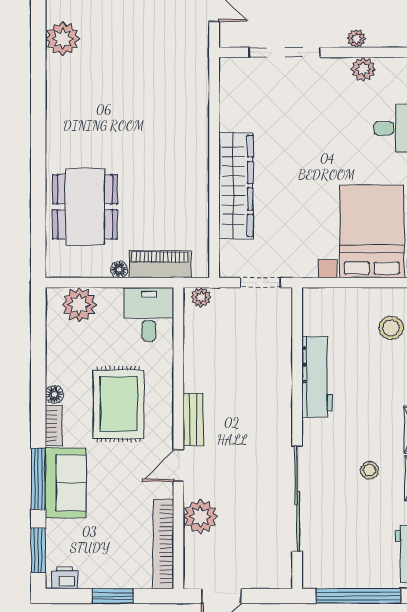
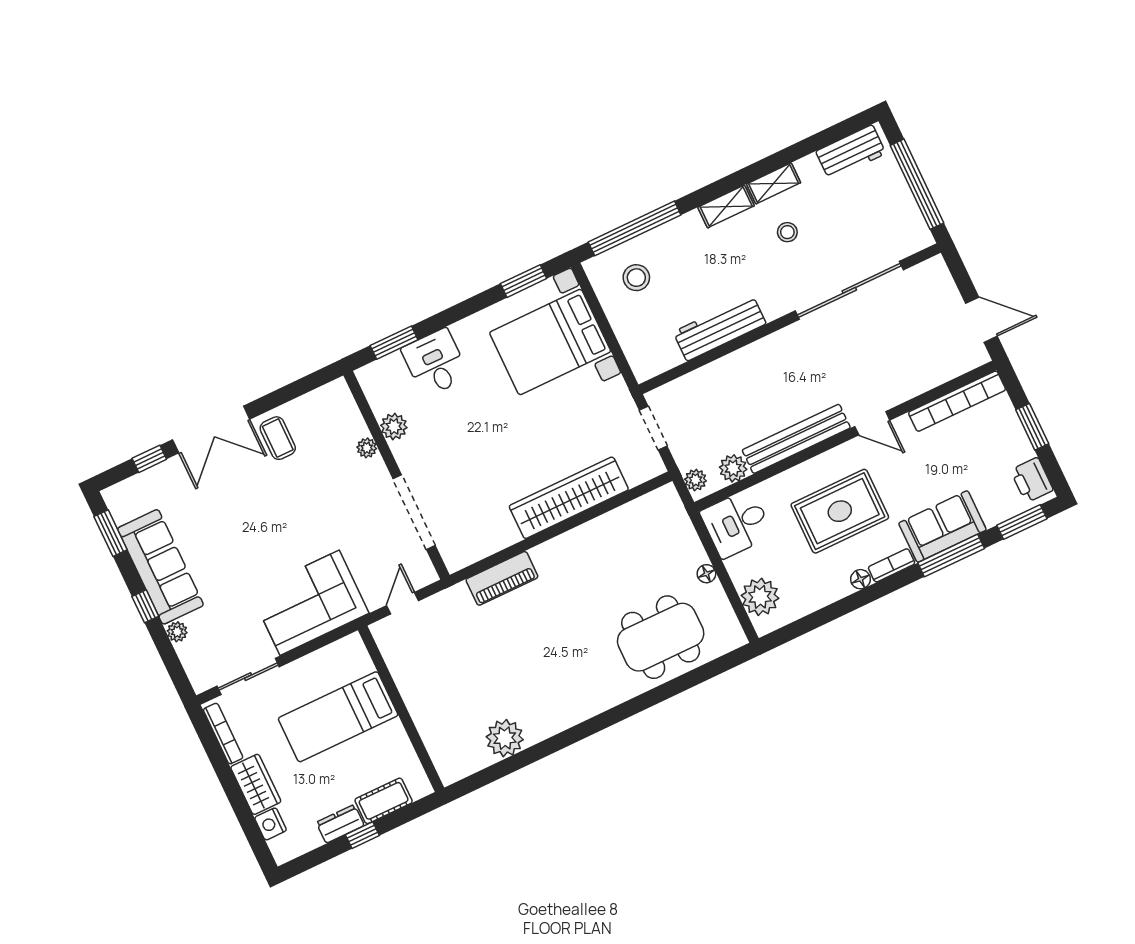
piano: (160, 264) -> (502, 578), moved, turned -90
bench: (193, 419) -> (796, 439), width x1.86, depth x1.21
plant: (200, 516) -> (733, 468), moved, width x0.73, depth x0.73
printer: (64, 578) -> (1032, 480), width x1.36, depth x1.24

